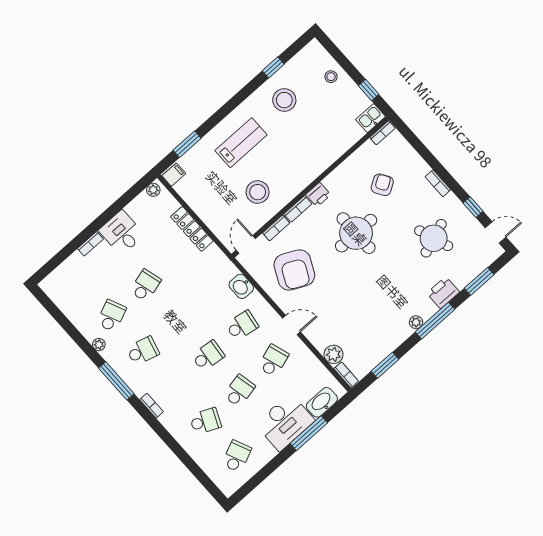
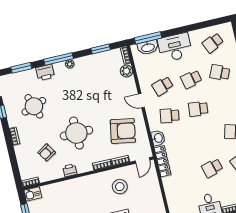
printer: (318, 195) -> (70, 170), moved
locker: (192, 229) -> (163, 161), moved
armchair: (294, 270) -> (123, 131), turned 74
window: (309, 433) -> (148, 38), moved

